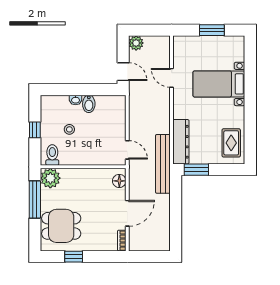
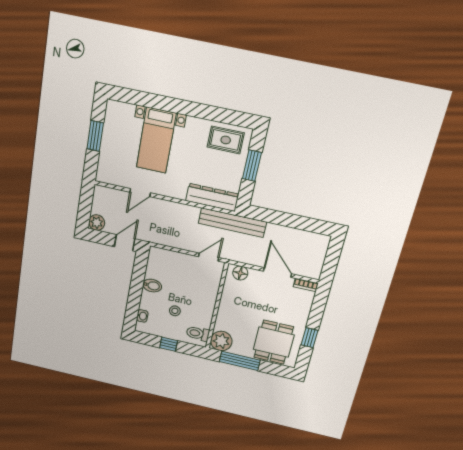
washbasin: (76, 100) -> (142, 316), moved
window: (196, 170) -> (252, 166), moved

